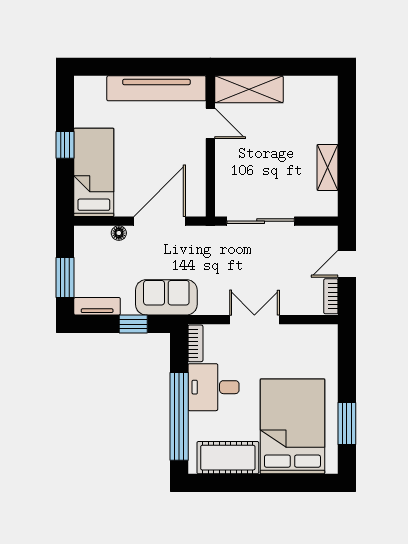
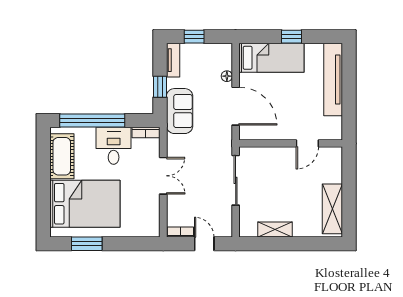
tv unit: (156, 88) -> (333, 80), moved
shelving: (249, 89) -> (332, 209), moved
window: (65, 278) -> (194, 37), width x0.67

